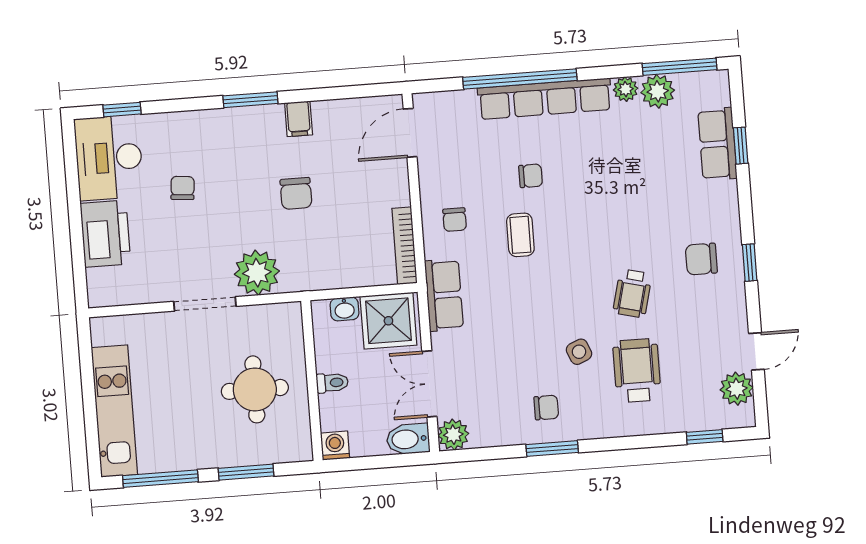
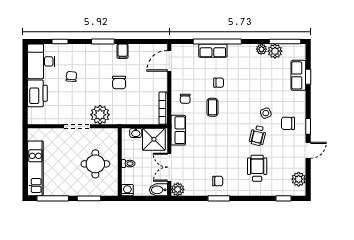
row of seats: (545, 99) -> (213, 51), width x0.50
window: (122, 110) -> (60, 42), moved
door: (756, 351) -> (308, 150), moved
side table: (579, 352) -> (266, 113), moved

